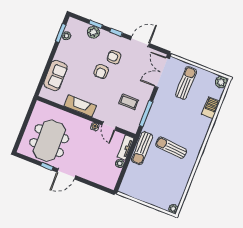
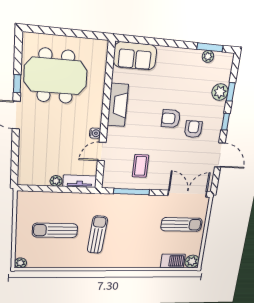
sofa: (55, 75) -> (135, 56), moved
barbecue: (211, 108) -> (173, 261), moved
sun lounger: (142, 148) -> (55, 230), moved

